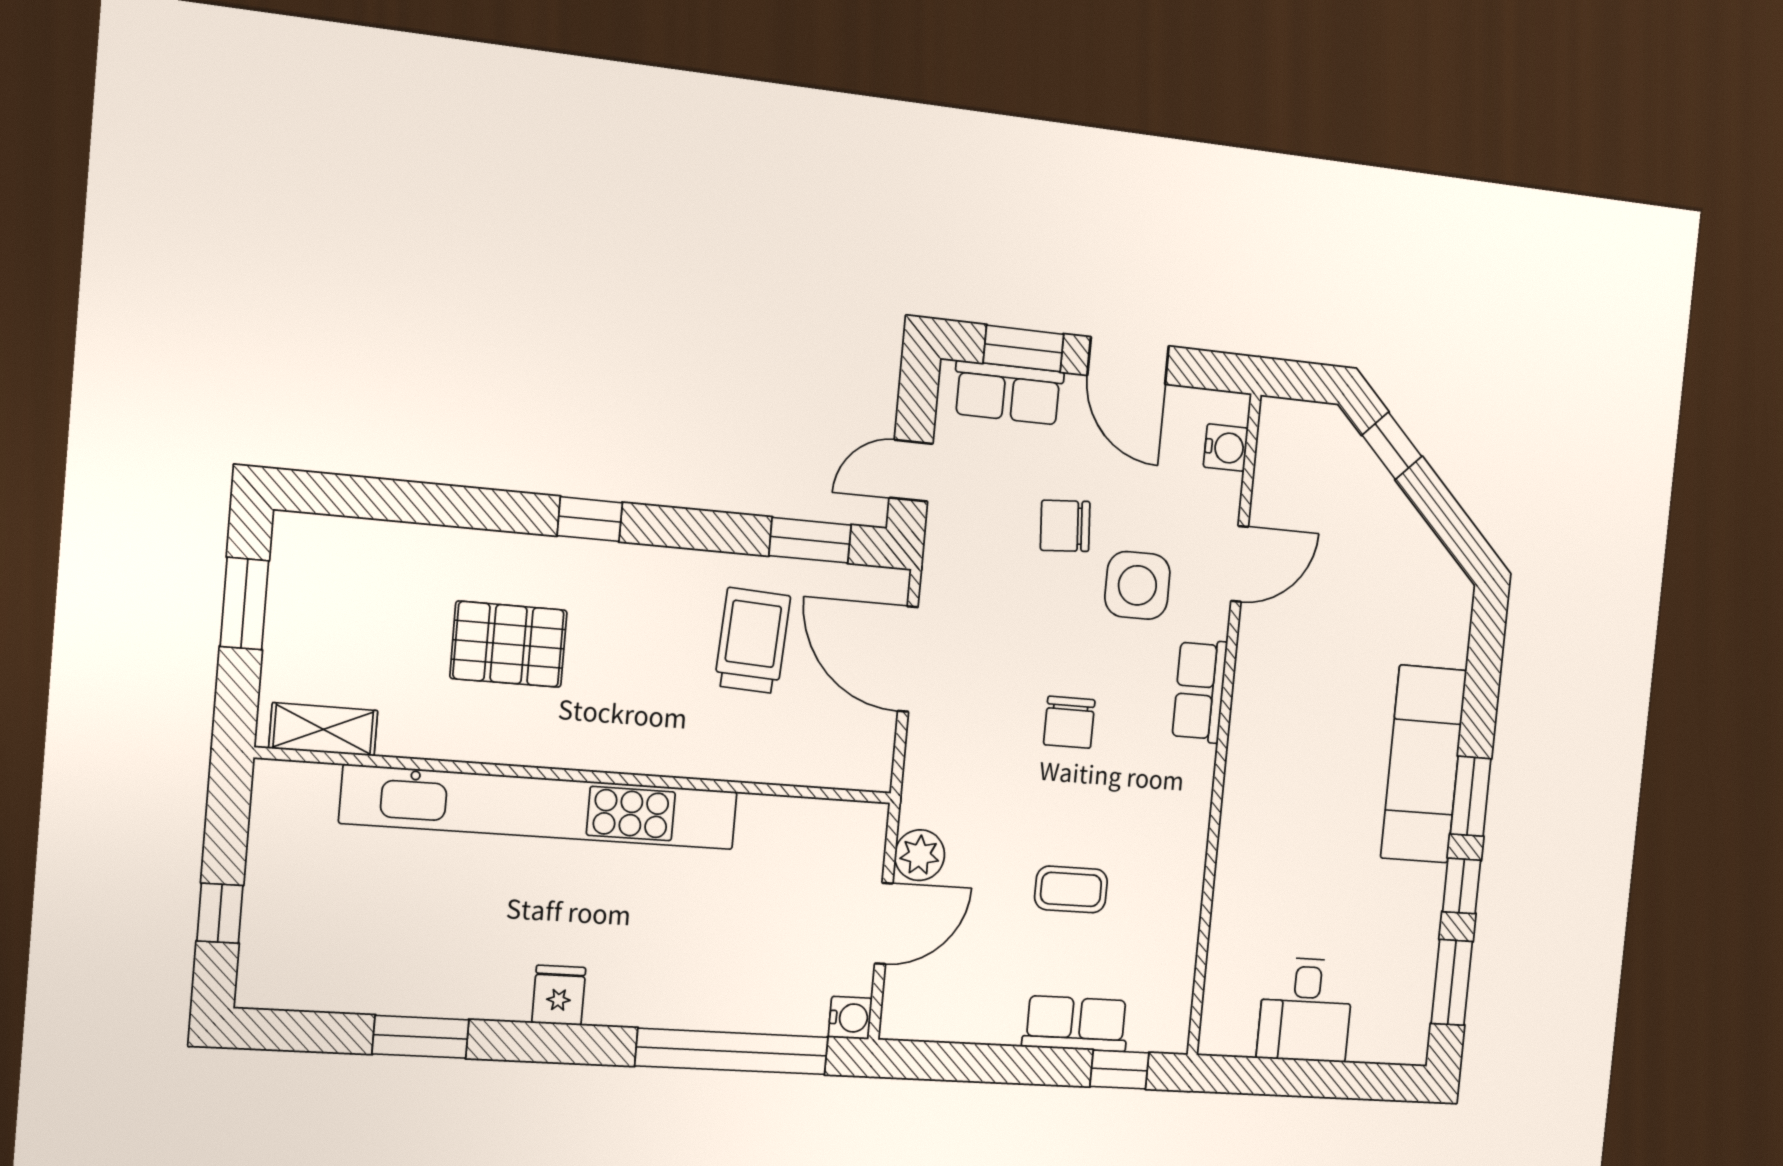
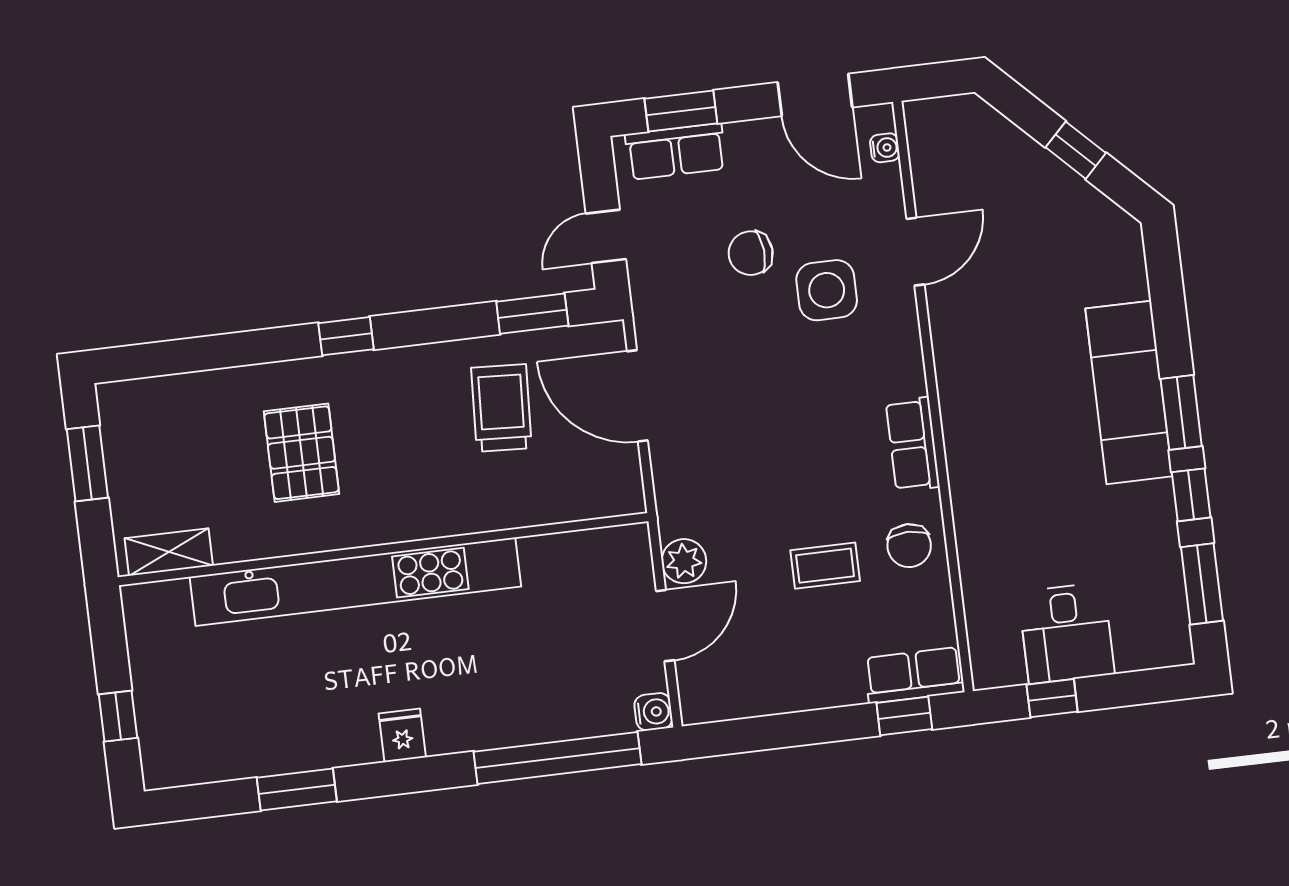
door: (1128, 361) -> (815, 95), moved
window: (1392, 446) -> (1076, 150), moved
water cooler: (1226, 448) -> (885, 148), width x0.72, depth x0.72
pallet: (509, 644) -> (301, 453), turned 90
row of seats: (1200, 691) -> (913, 444), moved
chair: (1069, 722) -> (909, 546), moved
row of seats: (1076, 1024) -> (914, 675), moved
window: (1276, 1077) -> (1052, 698), added

